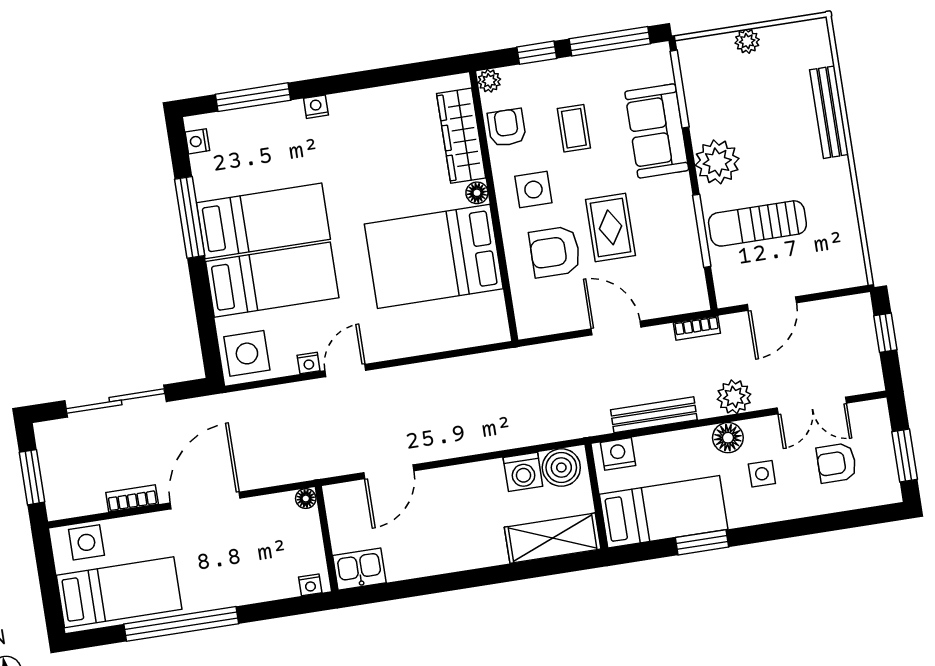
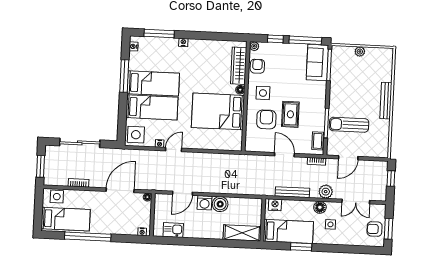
bench: (829, 112) -> (386, 101), moved
coffee table: (574, 128) -> (318, 141), moved
sofa: (657, 131) -> (317, 62), moved
plant: (717, 162) -> (338, 97), removed
armchair: (555, 252) -> (266, 119), turned 90
armchair: (836, 463) -> (375, 229), moved
boiler: (561, 468) -> (220, 204), moved
washing machine: (523, 472) -> (205, 203), moved
door: (205, 501) -> (120, 190), moved
kitchen sink: (359, 569) -> (173, 230), moved

